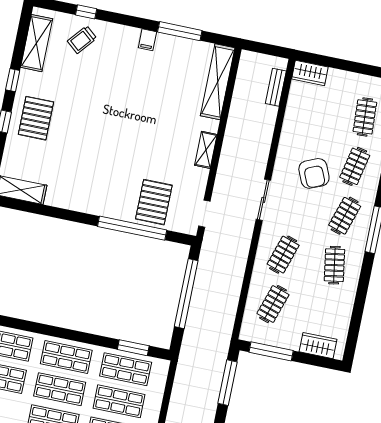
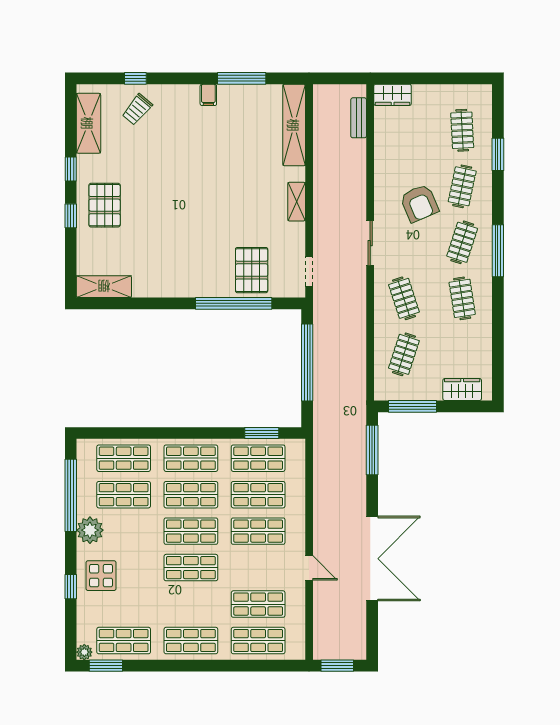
clothes rail: (283, 255) -> (404, 298), turned -36

